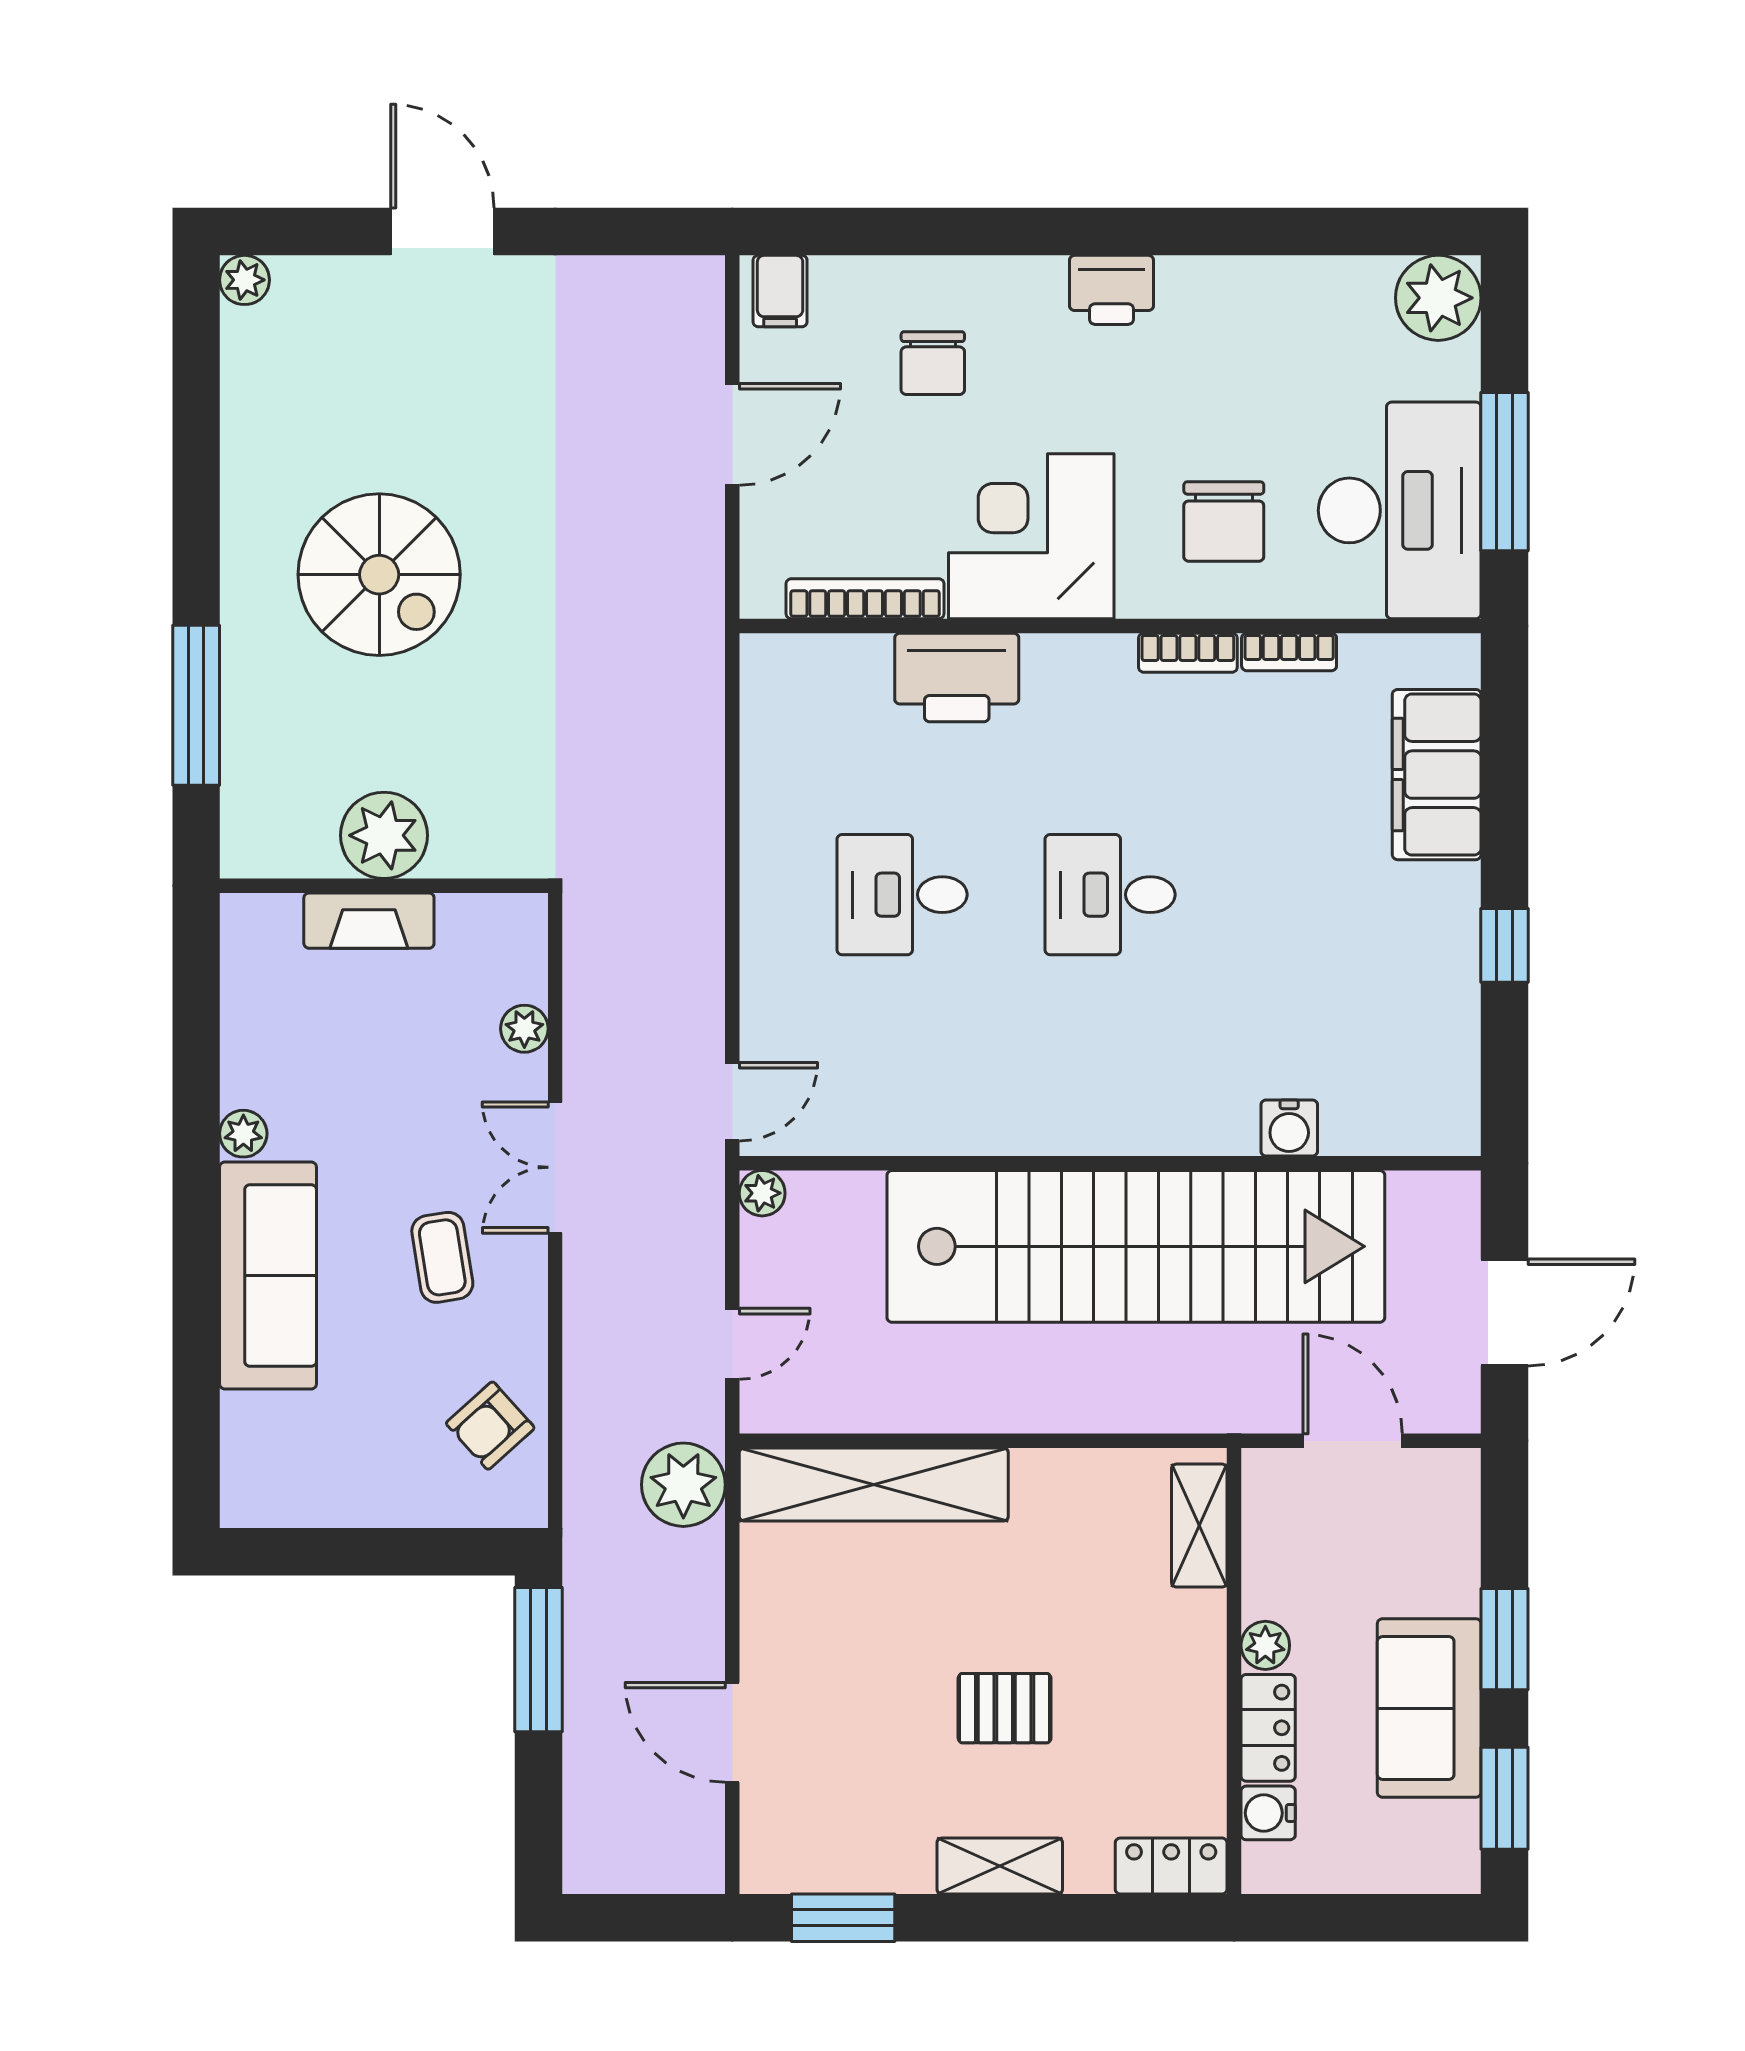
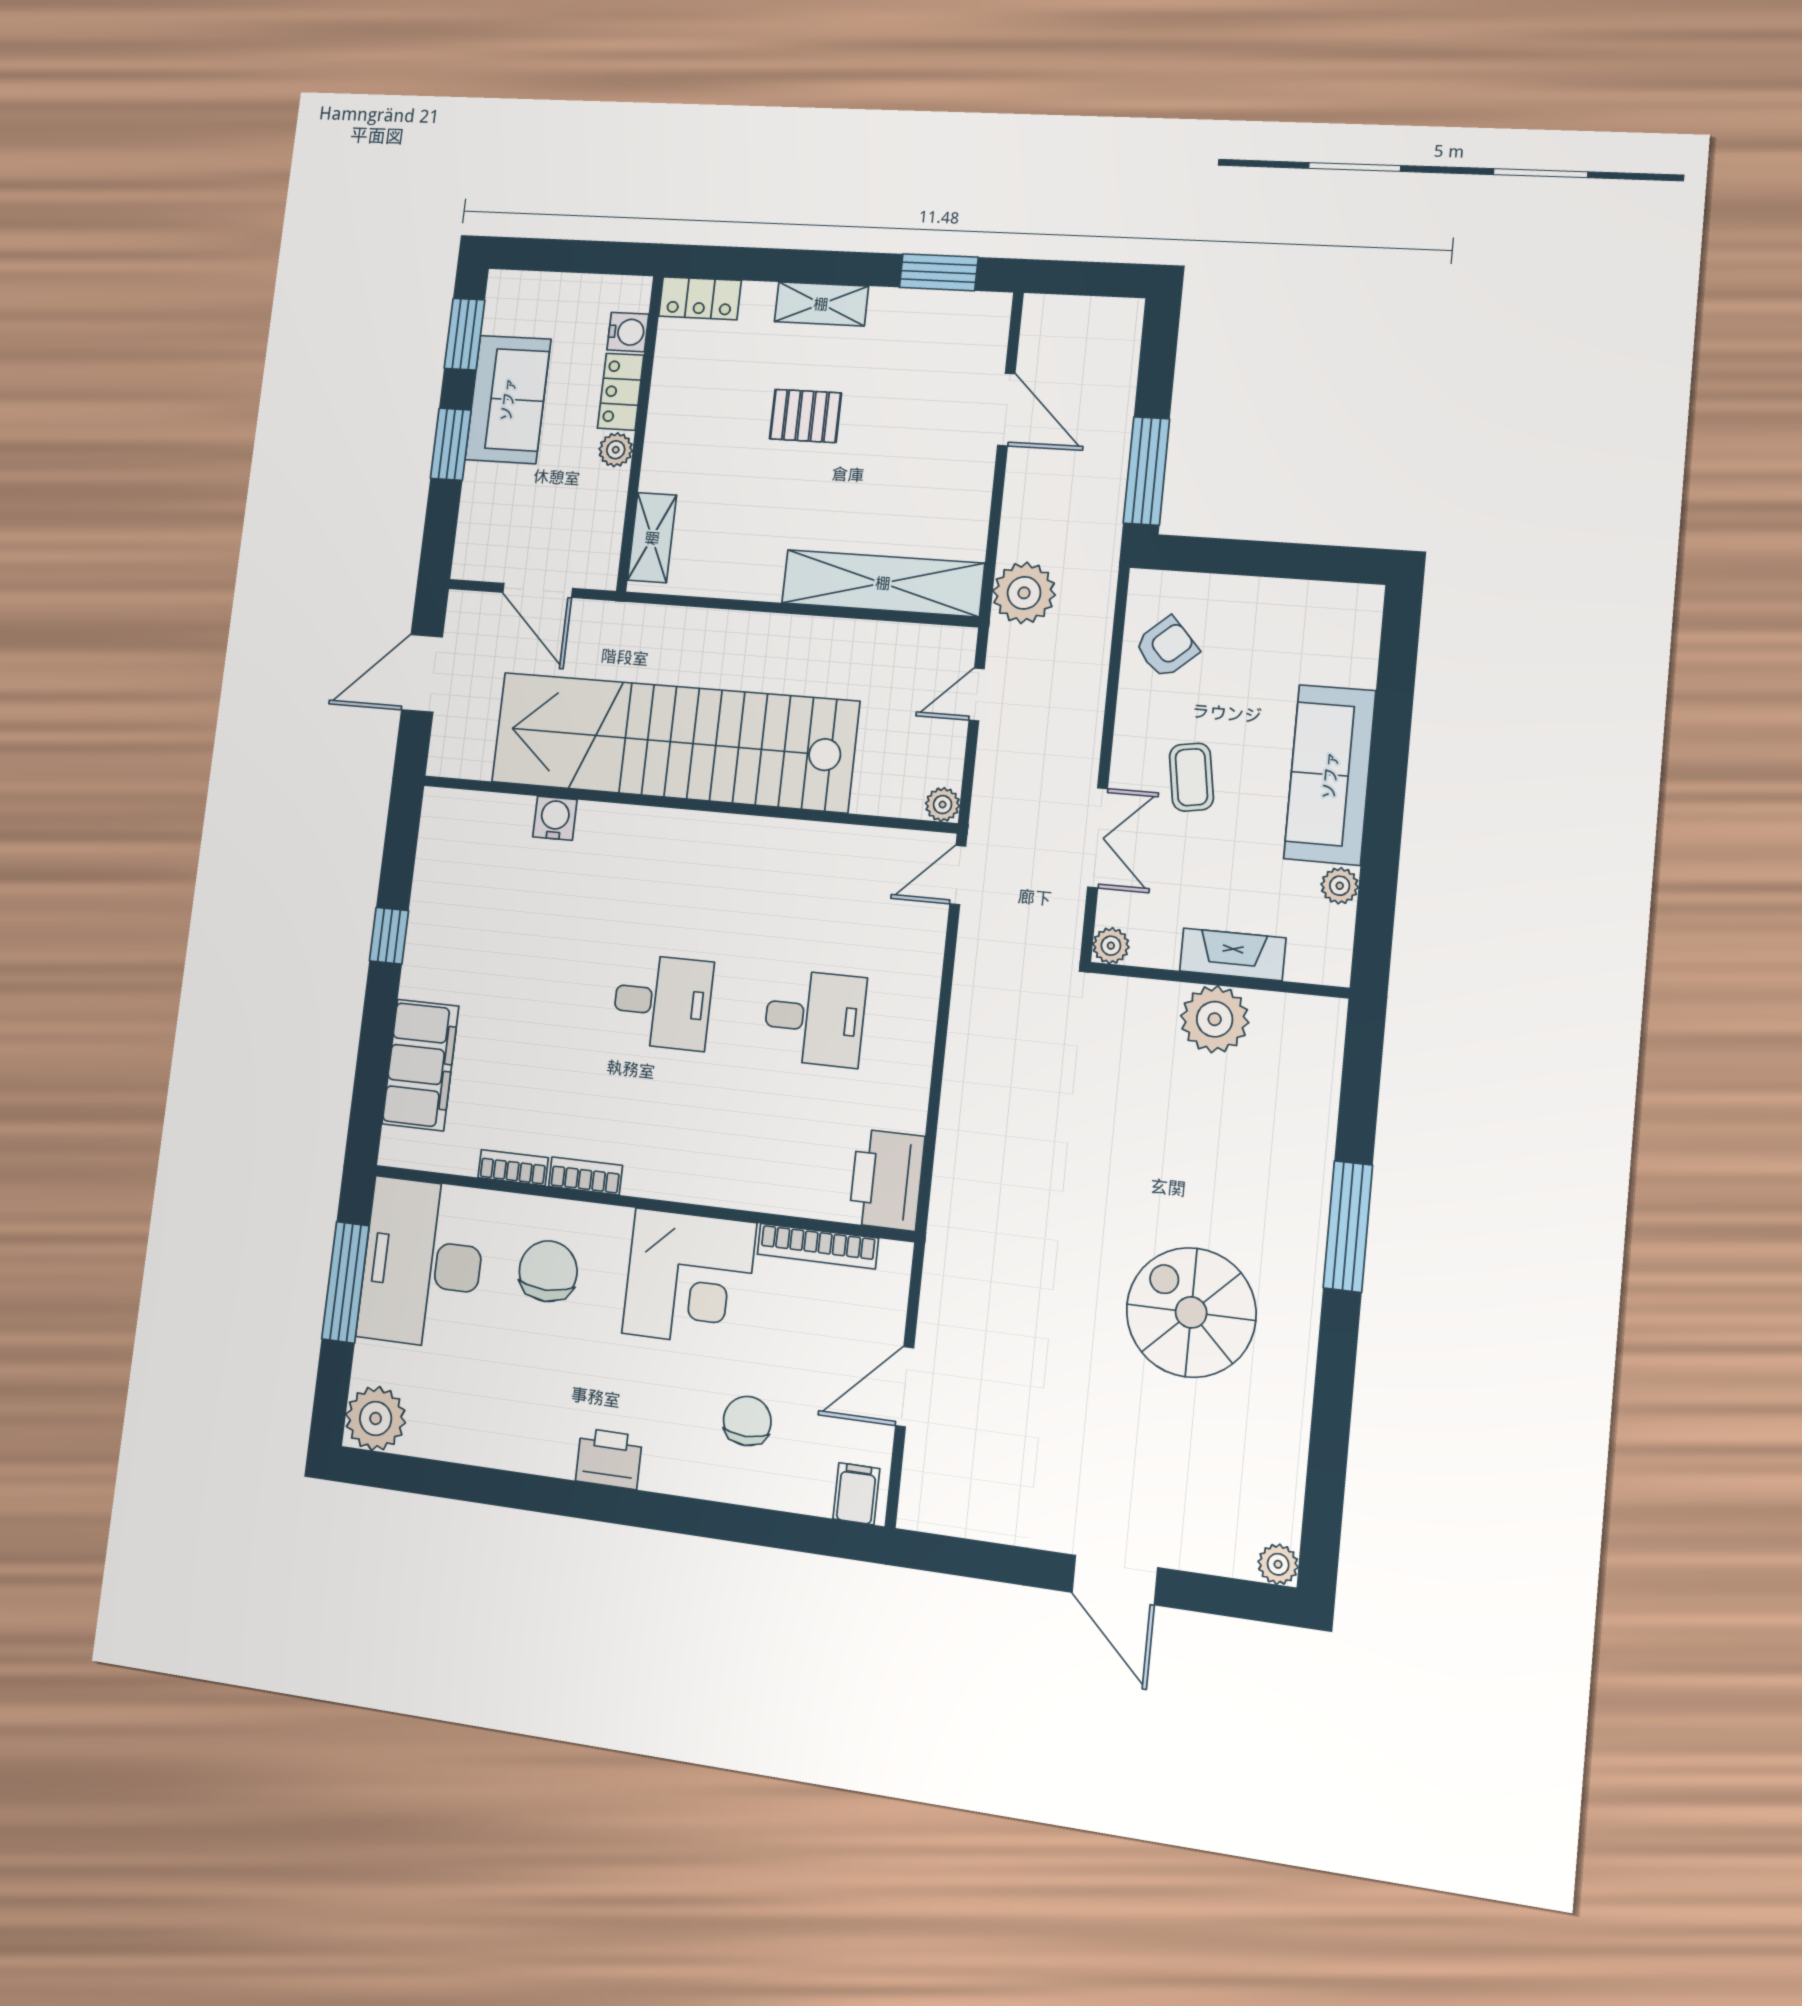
printer: (957, 678) -> (887, 1180), moved, turned -90
plant: (384, 835) -> (1215, 1019), moved
wall: (384, 886) -> (1218, 980), moved
fireplace: (369, 921) -> (1233, 954), moved

